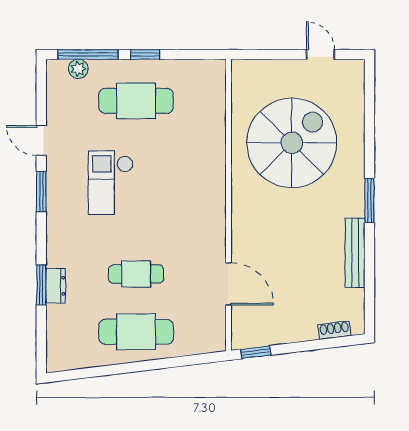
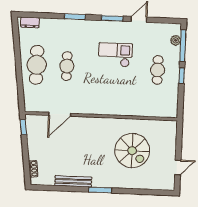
cafe table: (136, 101) -> (158, 70), width x0.73, depth x0.74
spiral stairs: (292, 143) -> (132, 151), width x0.73, depth x0.73
window: (41, 285) -> (75, 17), moved
dresser: (56, 286) -> (30, 22), moved

